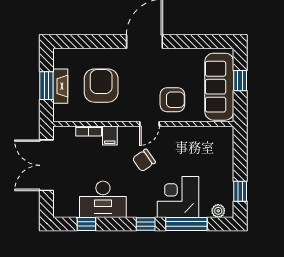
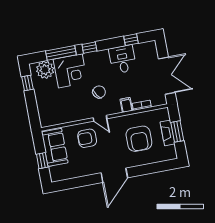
sofa: (219, 87) -> (55, 147), width x0.73
door: (149, 124) -> (100, 118), swing flipped
desk: (103, 199) -> (123, 59), width x0.73
plant: (218, 211) -> (45, 70), width x1.87, depth x1.87

